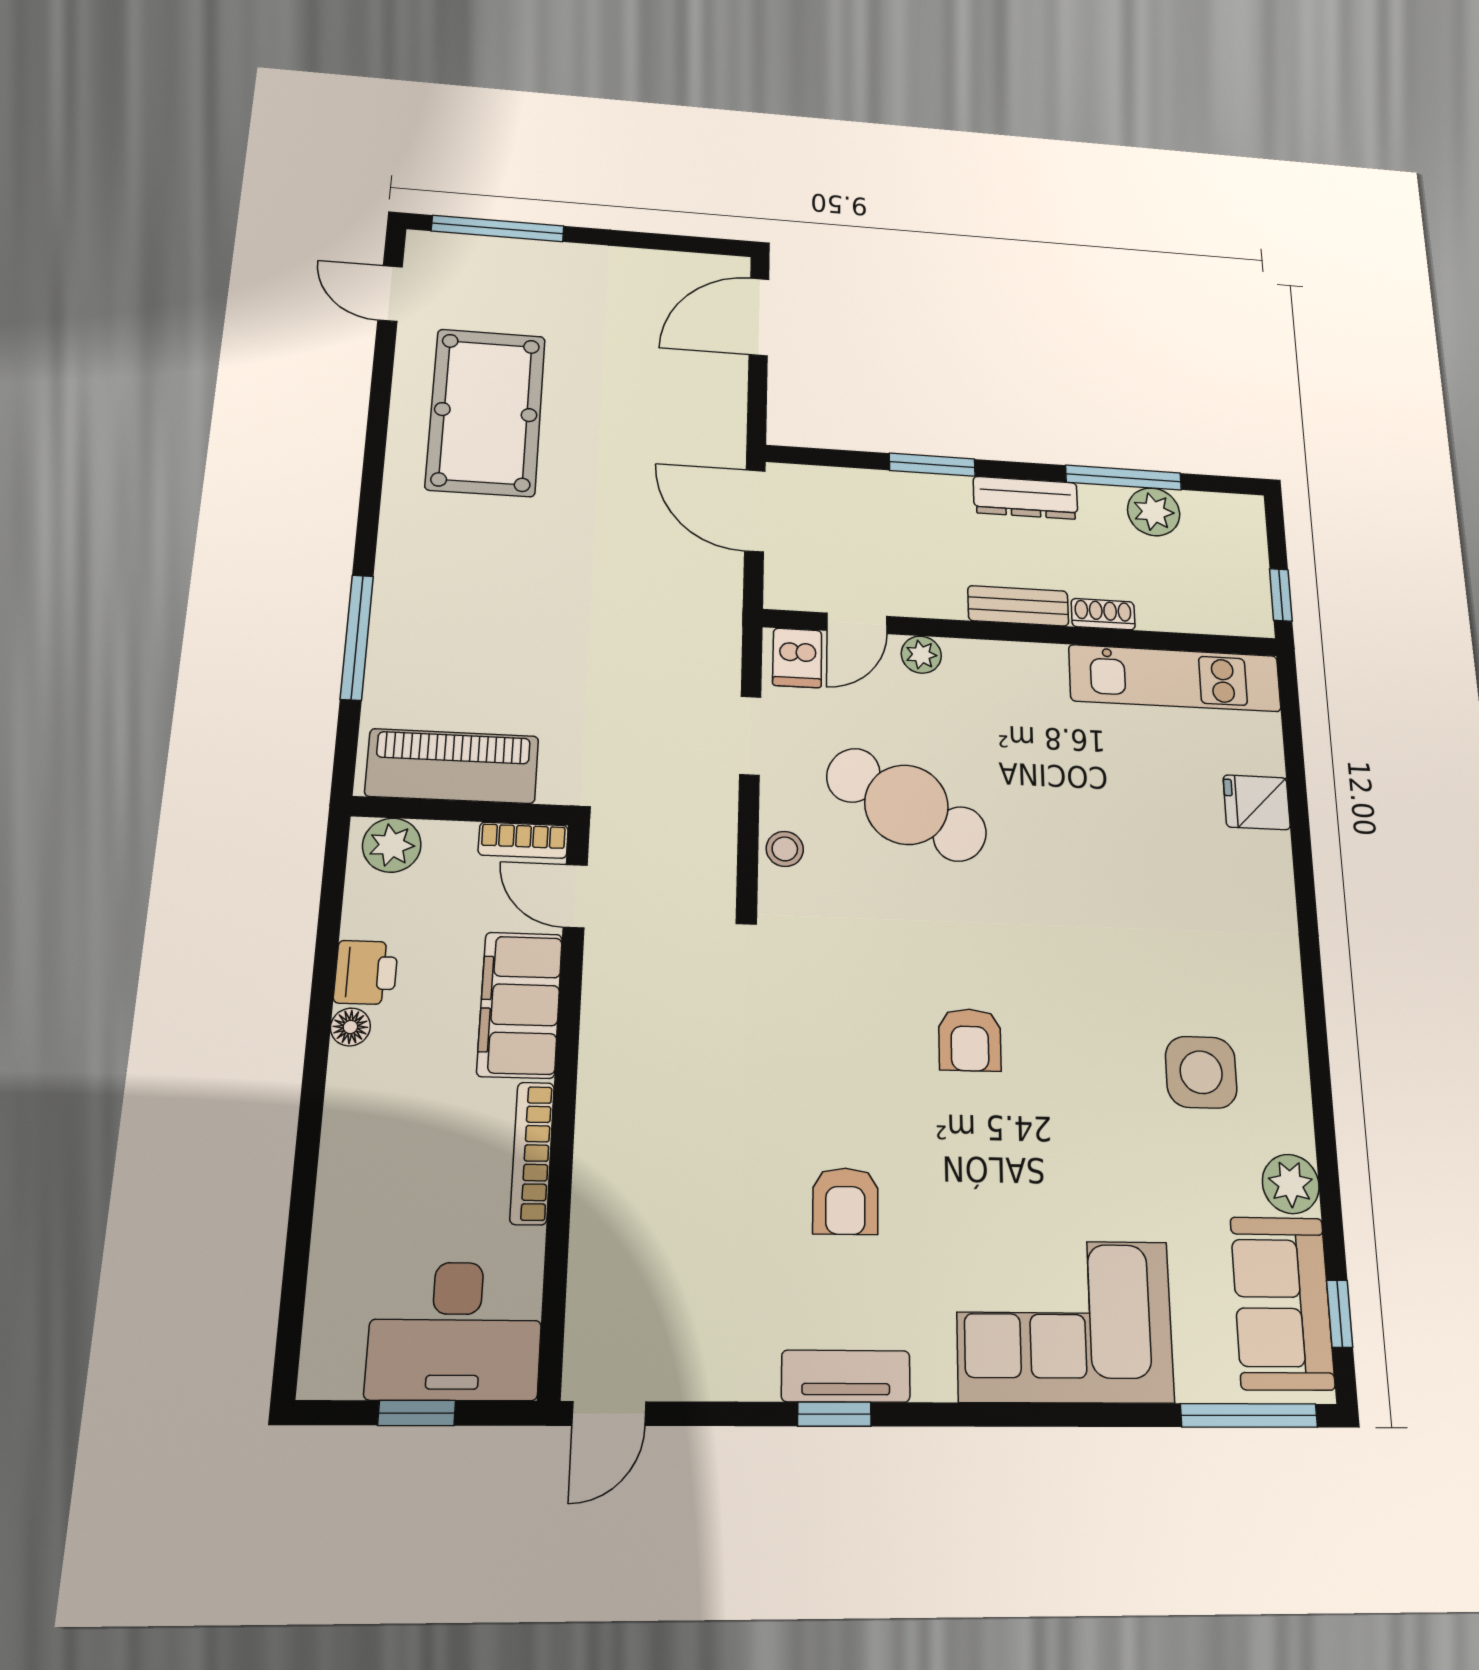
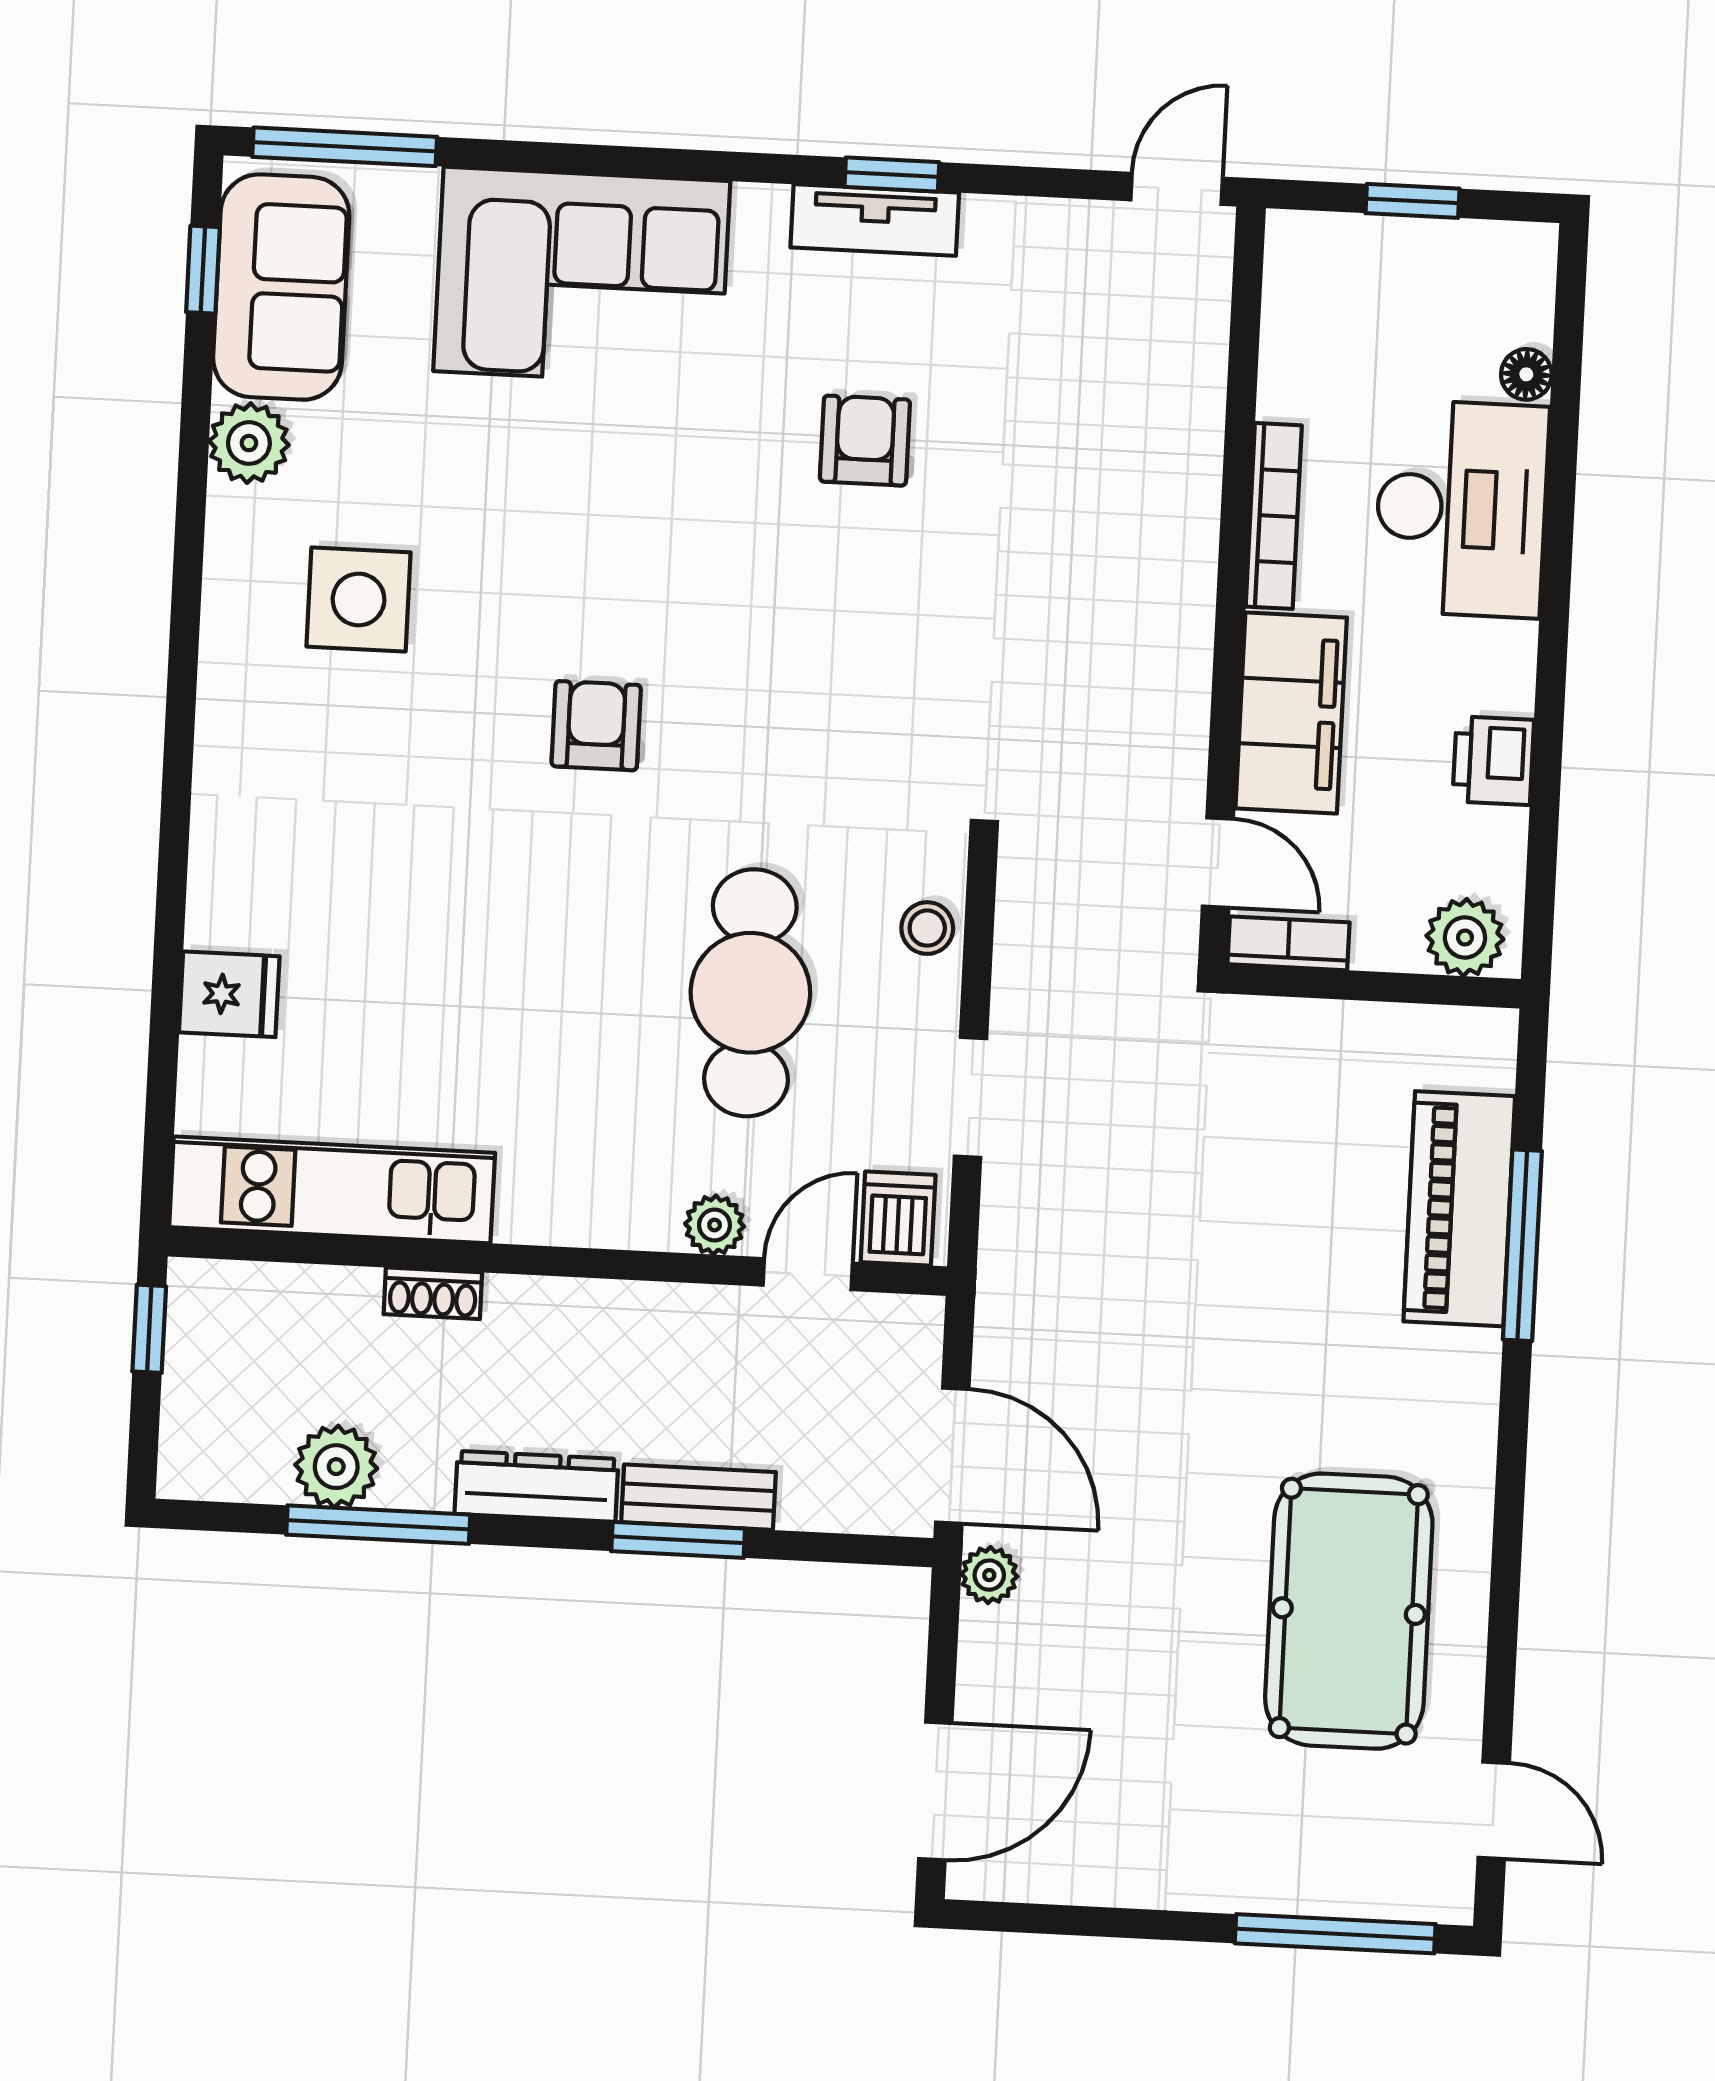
plant: (728, 439) -> (989, 1575), added
bench: (1018, 606) -> (698, 1497), moved
piano: (452, 766) -> (1459, 1209), moved, turned 90
cafe table: (906, 805) -> (750, 993), turned 62
floor lamp: (350, 1027) -> (1526, 374), moved
armchair: (970, 1040) -> (596, 726), moved
desk: (455, 1331) -> (1461, 509), moved, turned 90

